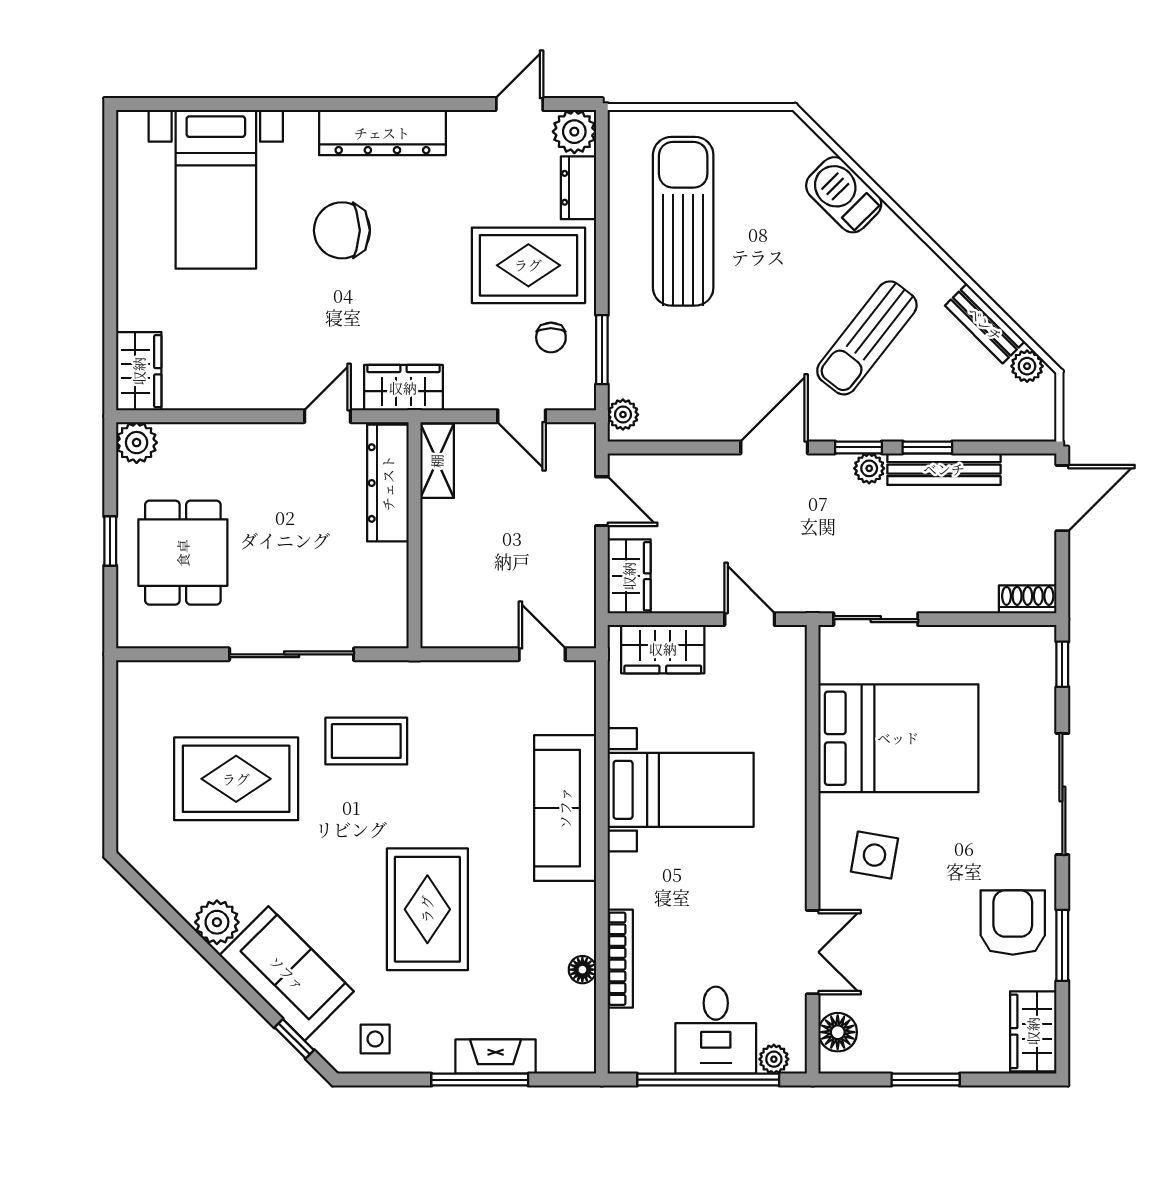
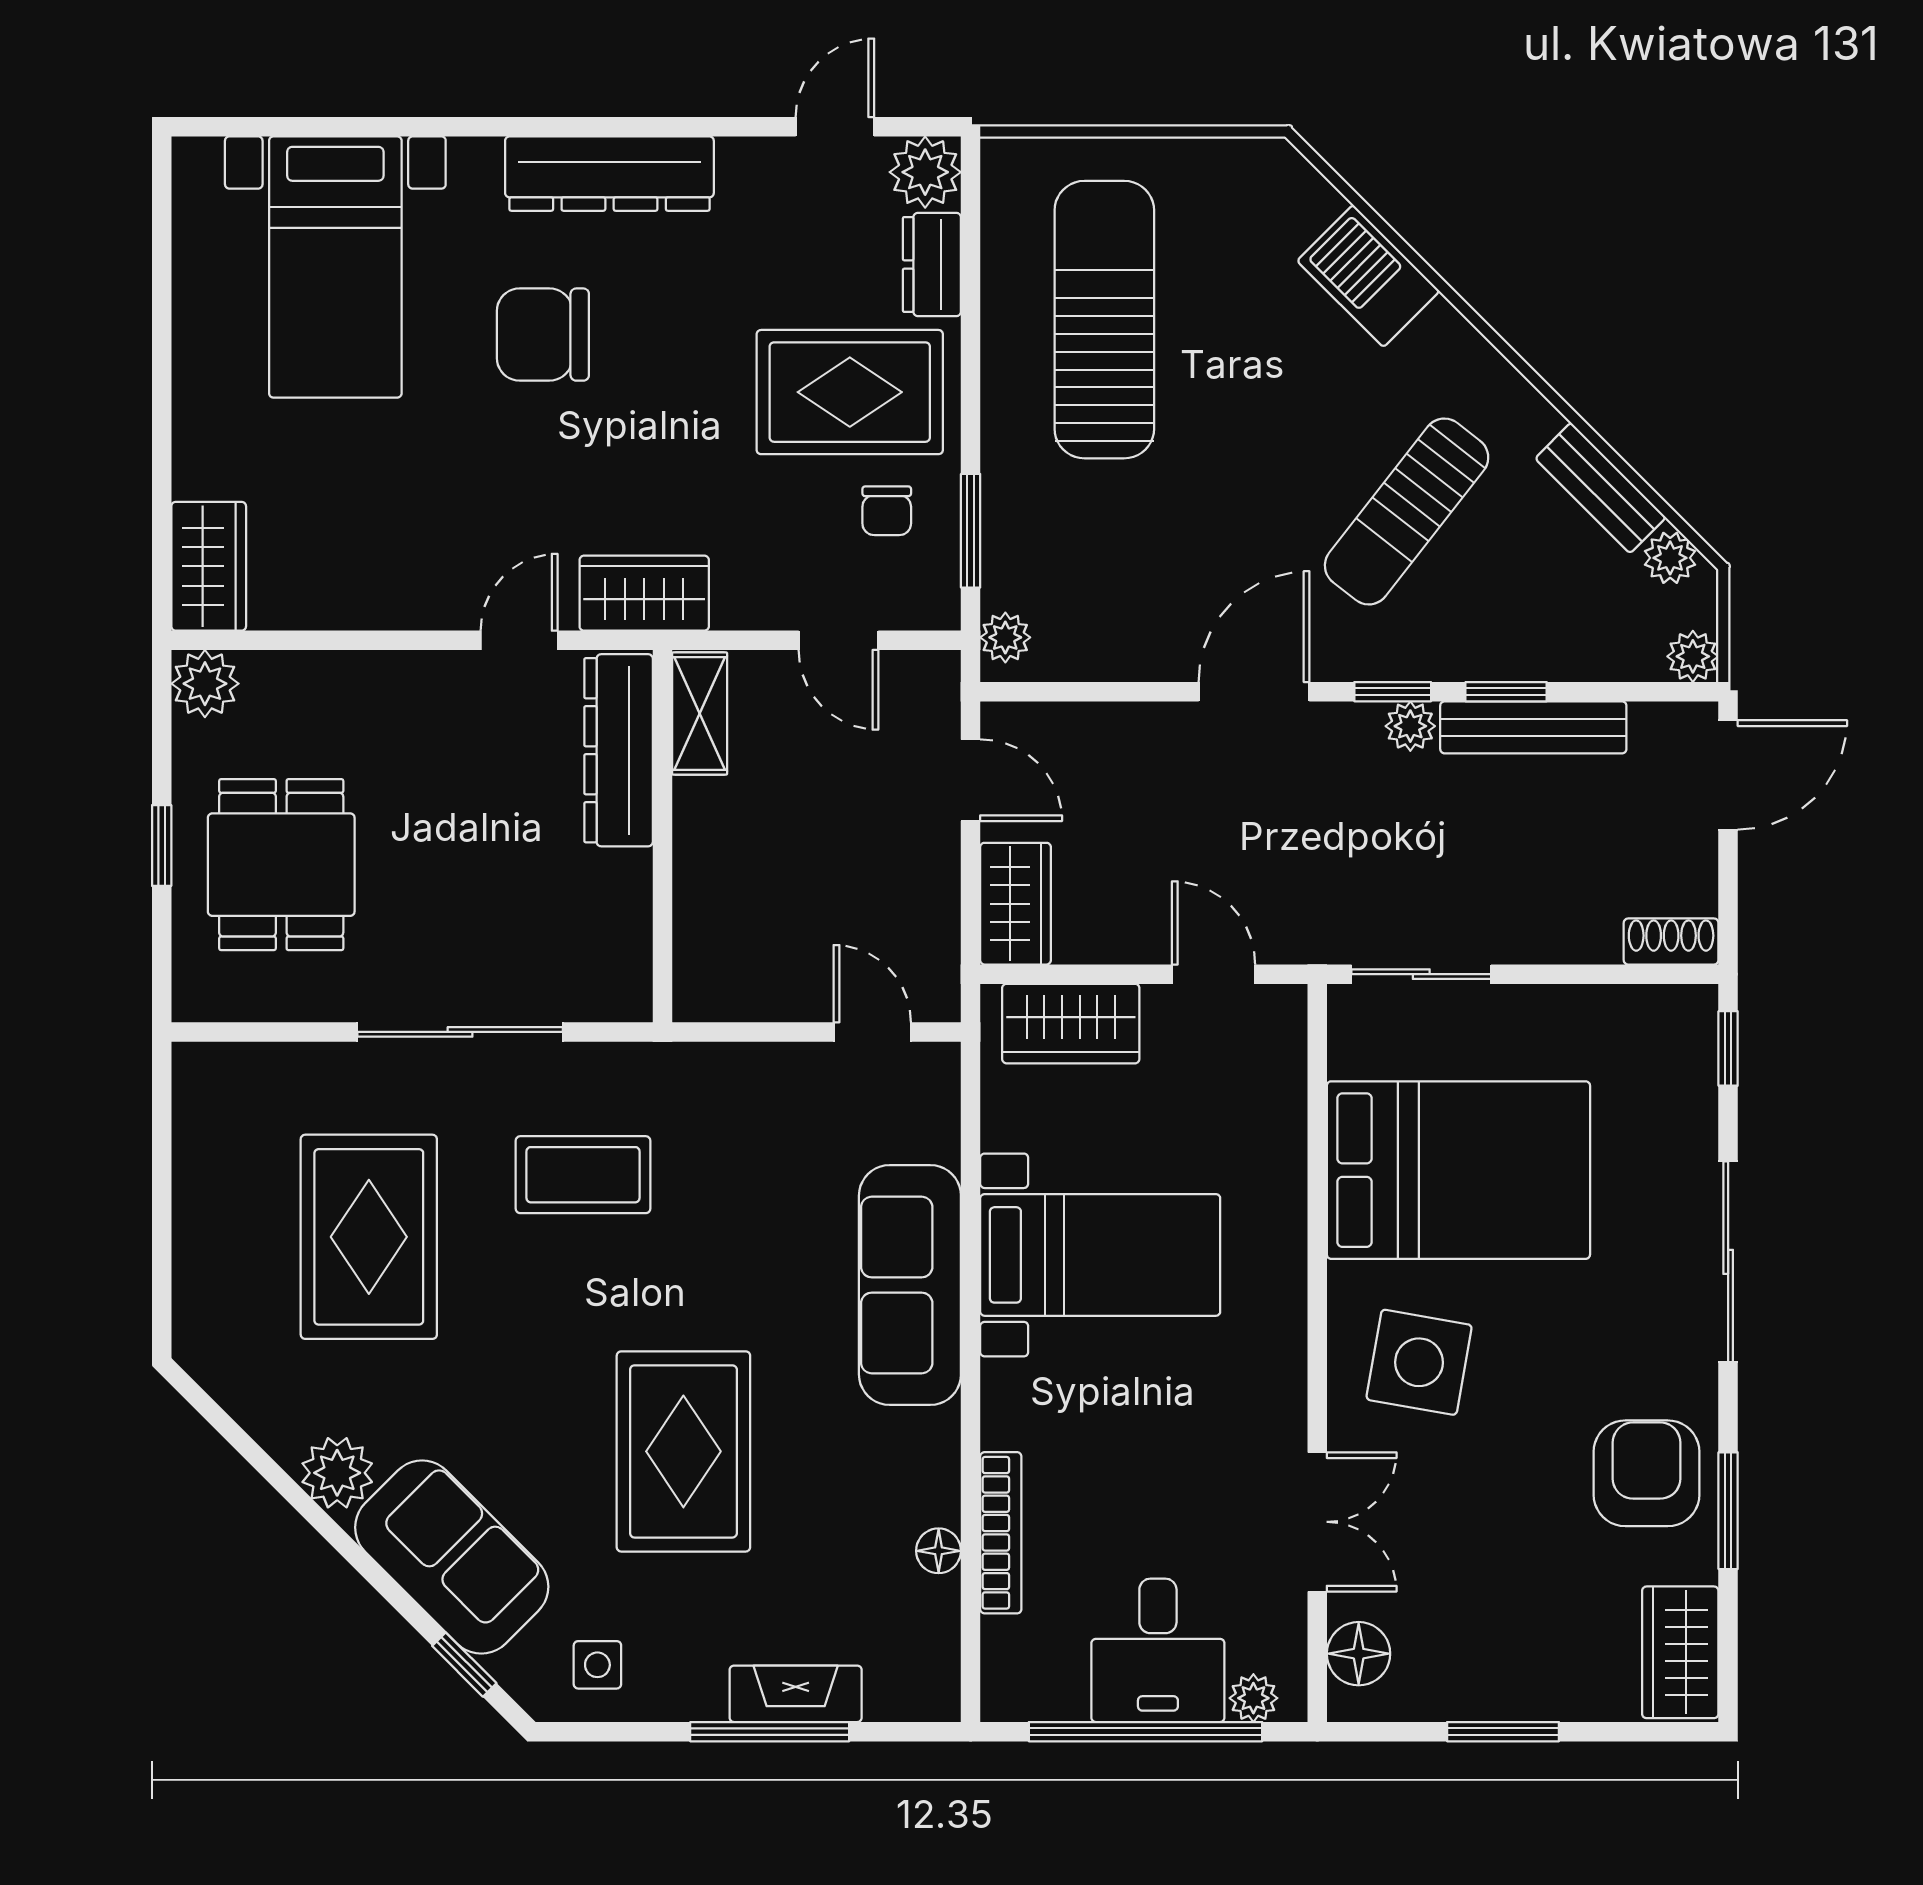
plant: (1041, 426) -> (1693, 656), added
rug: (236, 779) -> (369, 1237), turned 90
side table: (874, 855) -> (1419, 1362), width x1.37, depth x1.37

